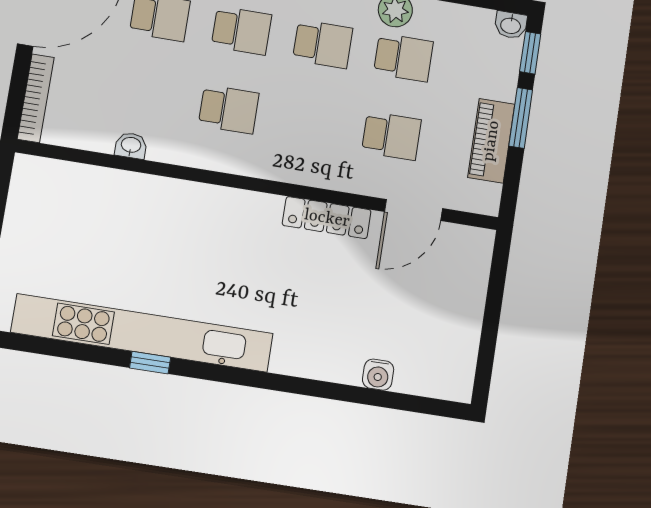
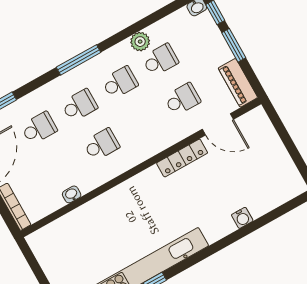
piano: (491, 141) -> (238, 83), moved
door: (414, 210) -> (218, 124), hinge flipped
water cooler: (378, 375) -> (242, 218), moved

